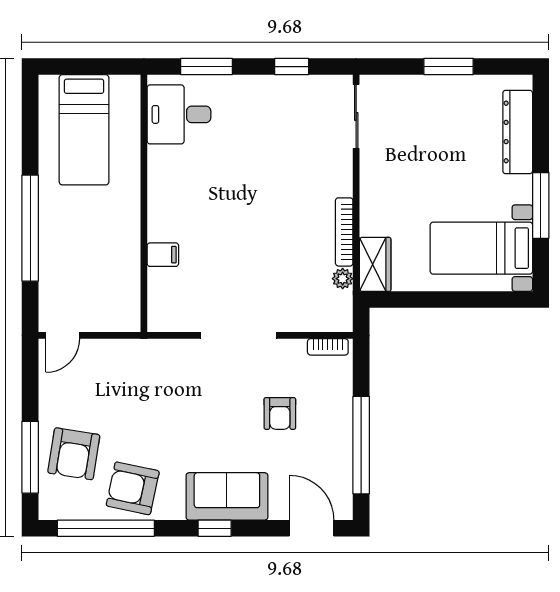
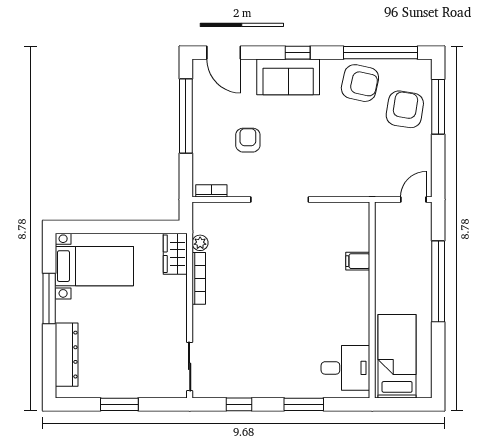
desk: (179, 114) -> (345, 368), moved
wall: (144, 203) -> (372, 300), moved
filing cabinet: (163, 255) -> (358, 261), moved

